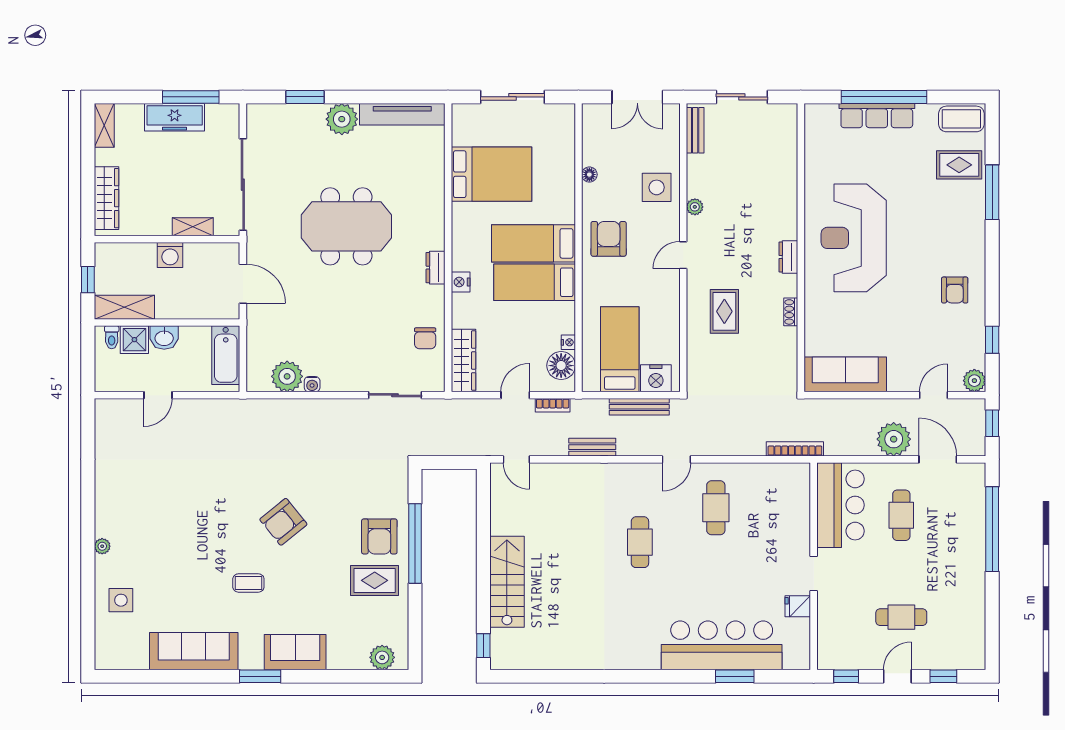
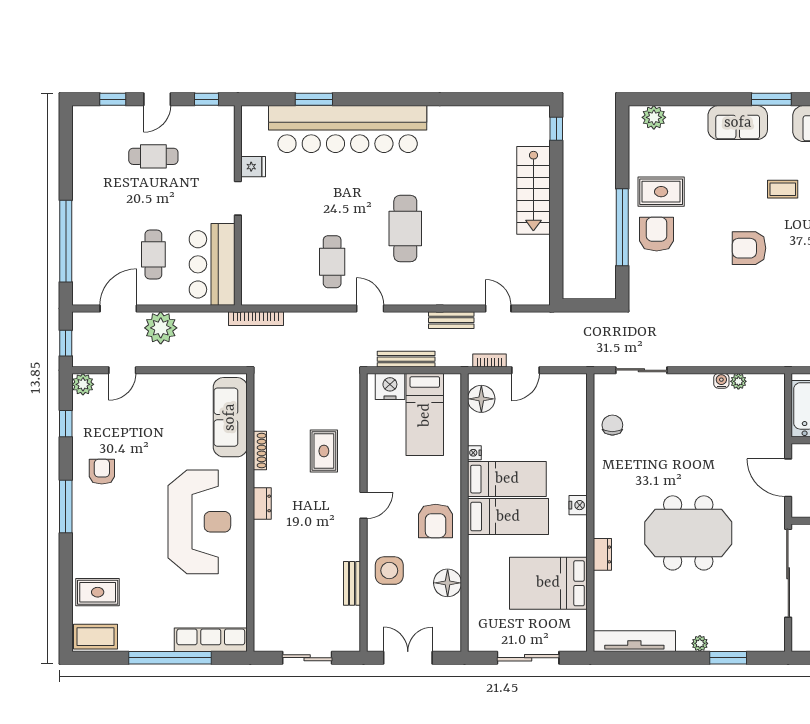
row of seats: (877, 116) -> (211, 640), moved
plant: (342, 119) -> (700, 643), width x0.53, depth x0.53
bench: (695, 130) -> (352, 583), moved
floor lamp: (589, 175) -> (448, 583), width x1.89, depth x1.89
window: (992, 192) -> (66, 507), moved
plant: (695, 207) -> (352, 552), removed
dresser: (436, 268) -> (602, 554), moved
nightstand: (461, 282) -> (578, 505), moved
shoe rack: (791, 312) -> (260, 450), width x1.43
nightstand: (568, 342) -> (474, 453), moved
wardrobe: (463, 361) -> (575, 404), removed
sofa: (845, 374) -> (230, 417), moved, turned 90
plant: (287, 376) -> (738, 381), width x0.53, depth x0.53
door: (516, 459) -> (498, 308), moved
door: (676, 459) -> (370, 308), hinge flipped
door: (938, 459) -> (118, 308), swing flipped
armchair: (283, 522) -> (749, 248), turned -141
cafe table: (640, 542) -> (405, 229), width x1.37, depth x1.35
bar counter: (722, 645) -> (348, 129), width x1.36

